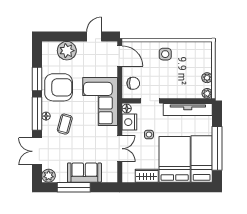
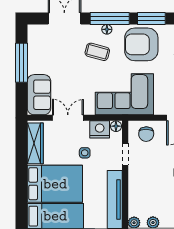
armchair: (59, 87) -> (141, 44), turned 90
double door: (120, 149) -> (68, 118), swing flipped
sofa: (84, 173) -> (39, 95), moved
plant: (49, 176) -> (35, 32), removed
wardrobe: (147, 176) -> (35, 143), width x1.50

